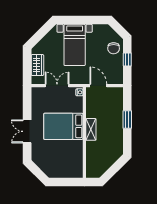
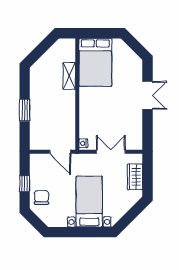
double door: (57, 86) -> (111, 152), swing flipped
bed: (63, 126) -> (95, 62), moved, turned 90
shelving: (91, 129) -> (69, 76), moved

